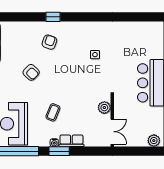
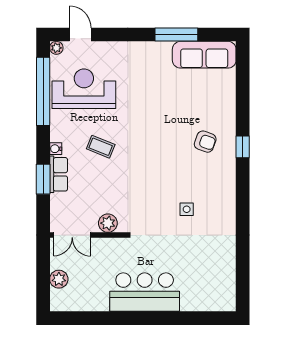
armchair: (31, 72) -> (160, 114), removed
plant: (154, 141) -> (59, 279), moved
window: (59, 151) -> (43, 179), moved

